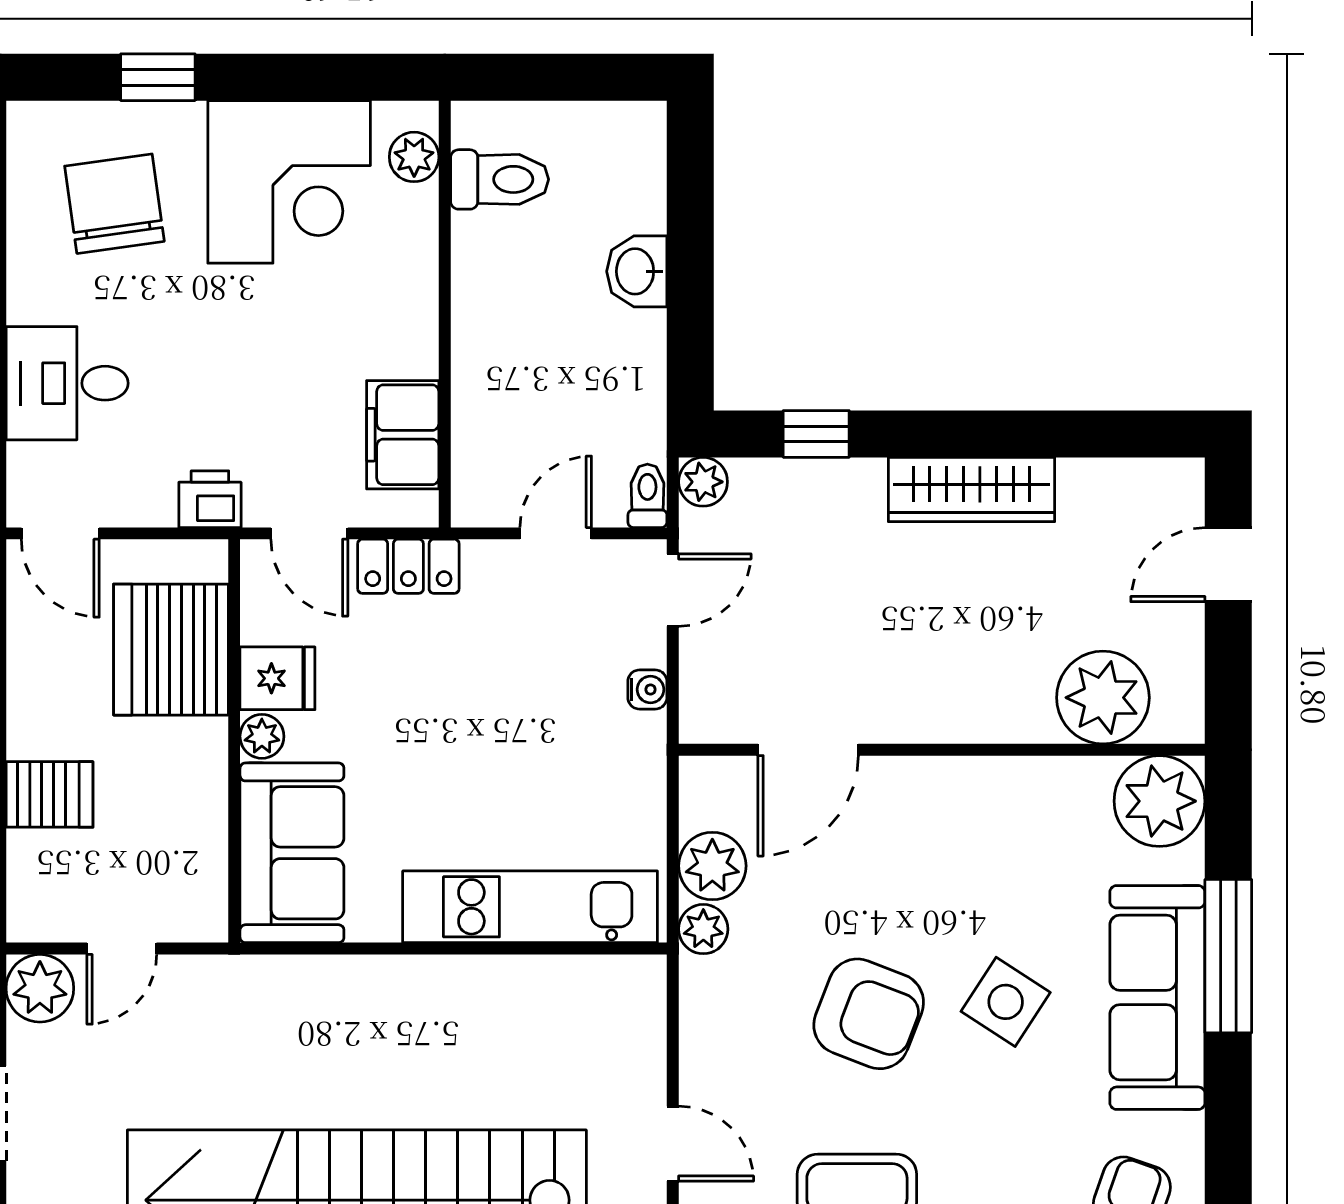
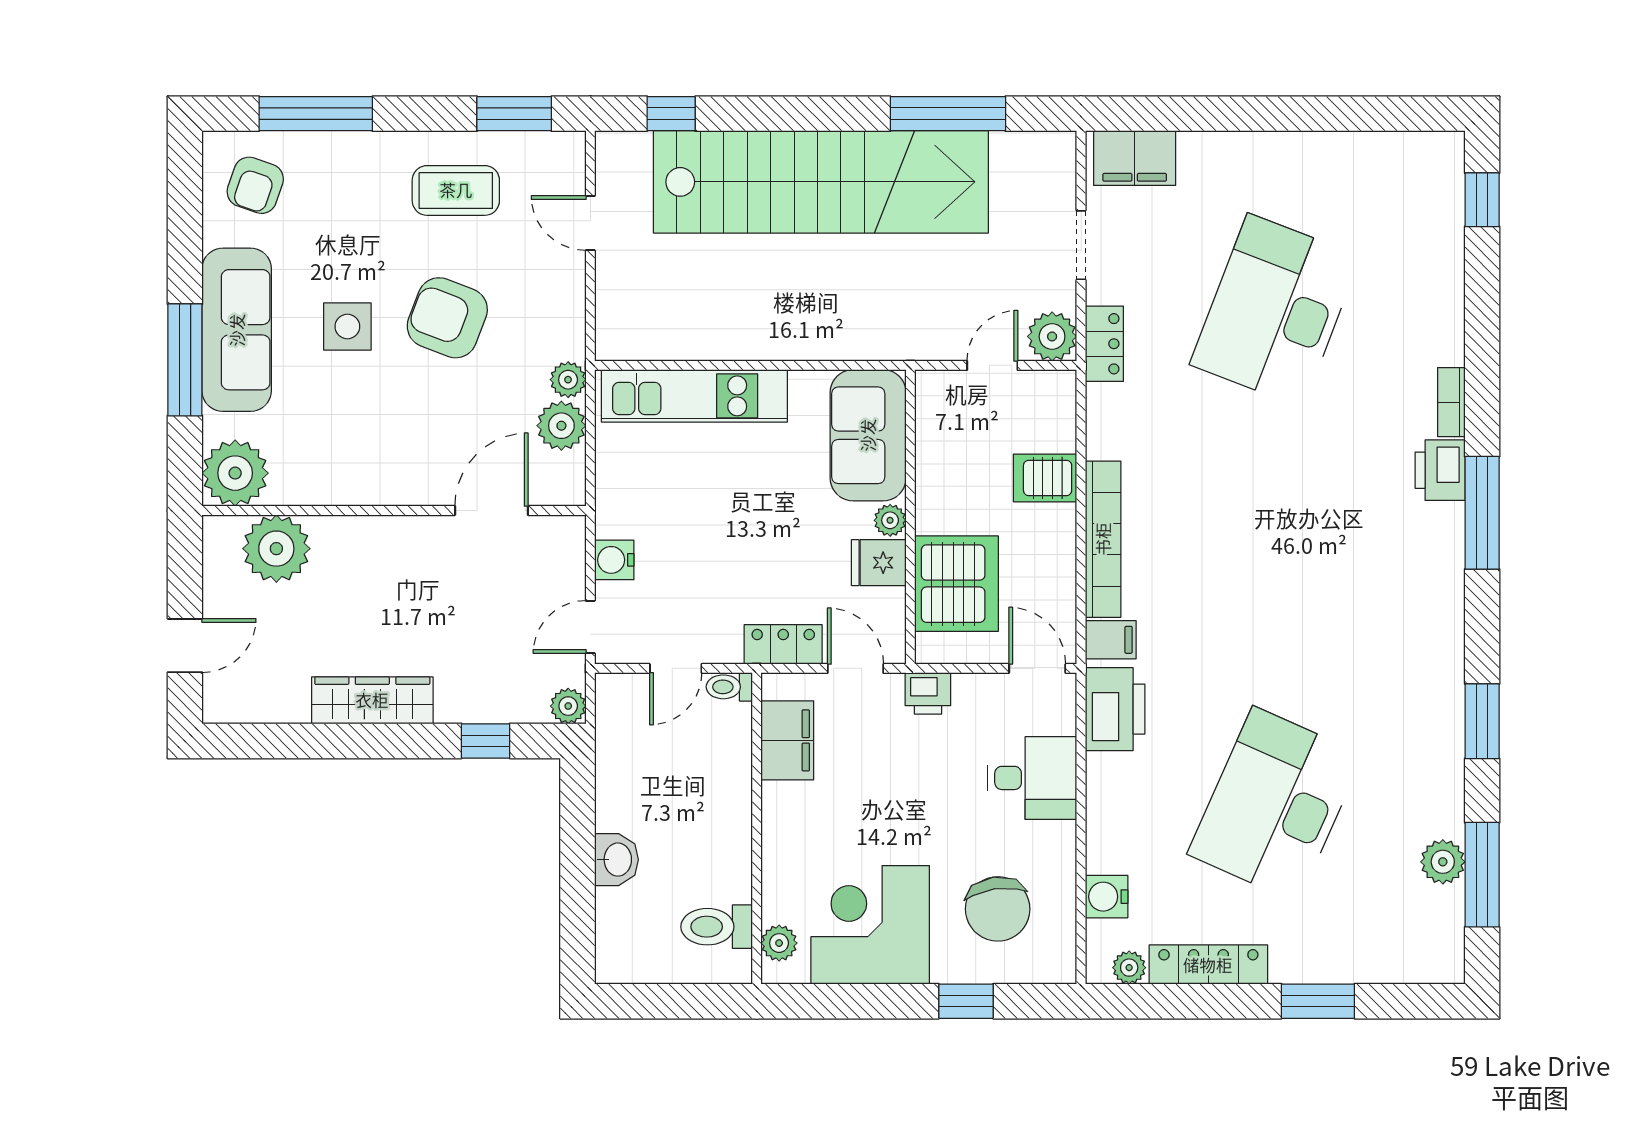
toilet: (647, 496) -> (729, 687), moved, turned 90
water cooler: (647, 689) -> (614, 560), width x1.38, depth x1.38
side table: (1006, 1002) -> (347, 326), turned -33

